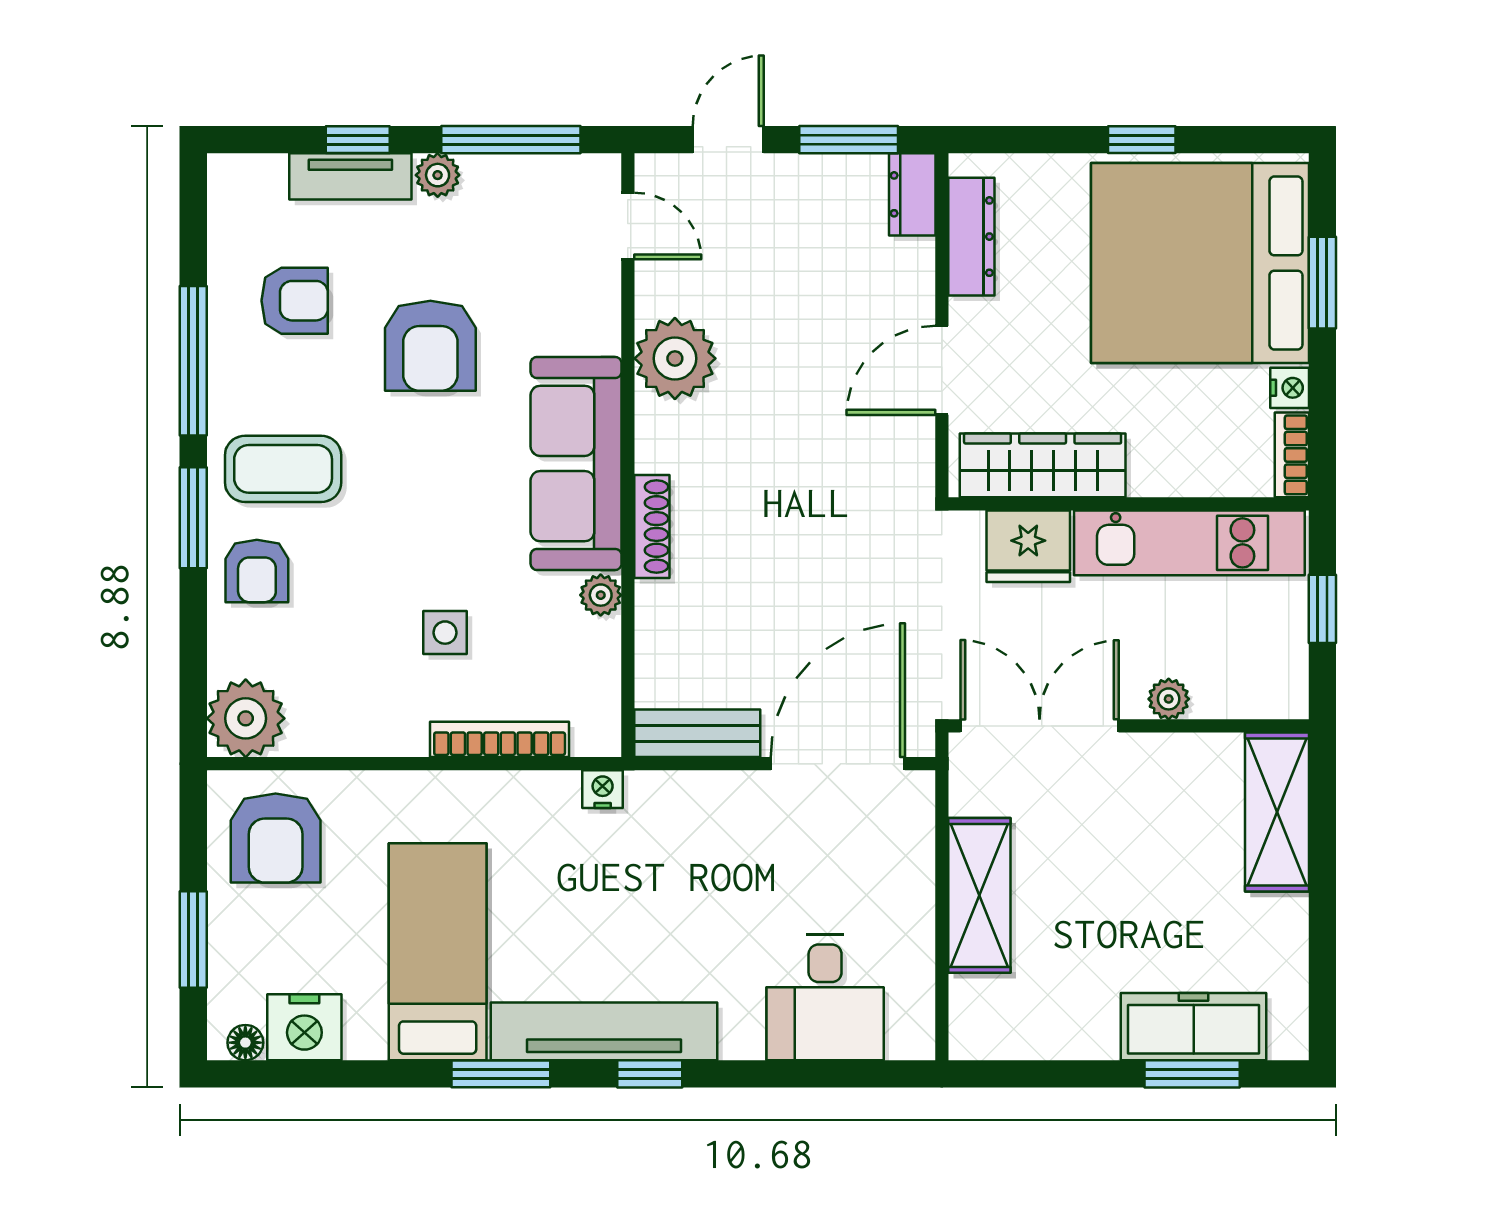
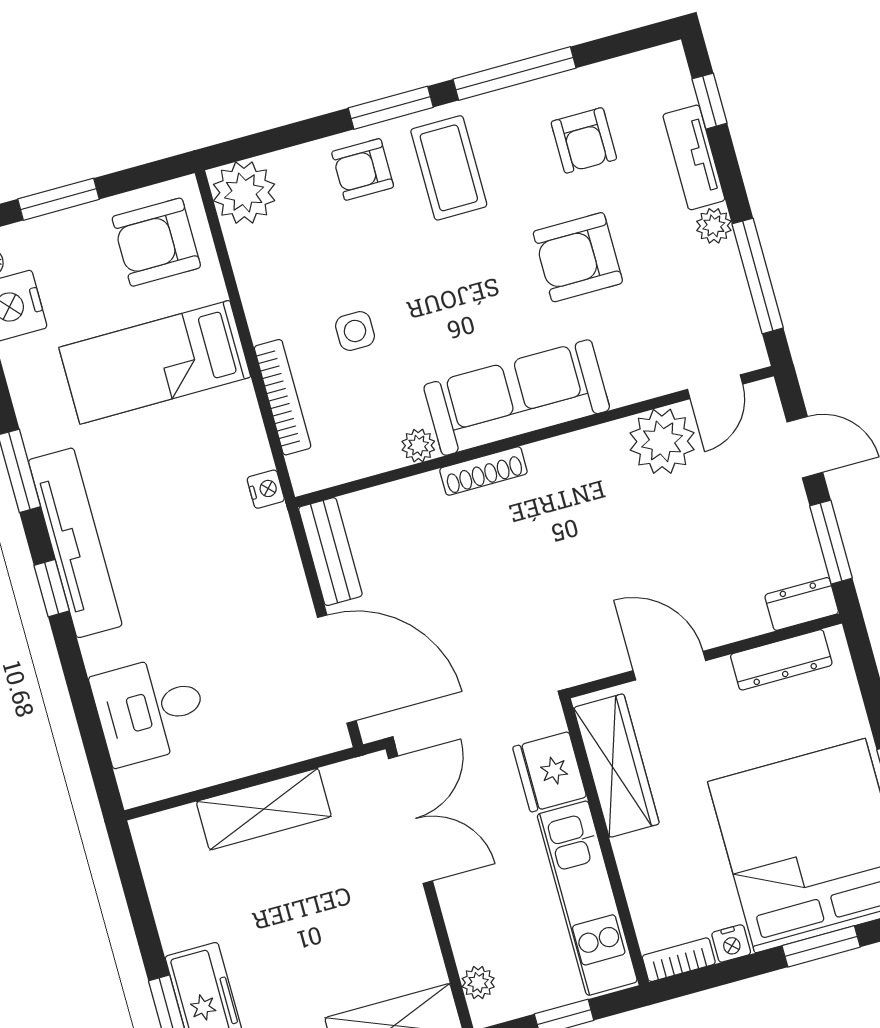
window: (358, 140) -> (710, 101), moved
plant: (675, 358) -> (662, 441), moved
plant: (1169, 699) -> (478, 983), moved
bed: (438, 952) -> (155, 362), moved, turned 180

